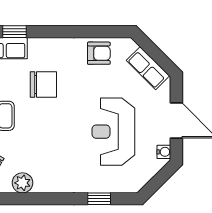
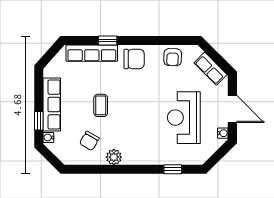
armchair: (99, 53) -> (173, 57), turned 92
chair: (43, 85) -> (134, 59), moved

